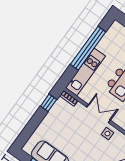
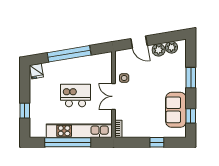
kitchen unit: (85, 72) -> (79, 131), width x1.36
window: (49, 103) -> (157, 142), moved

